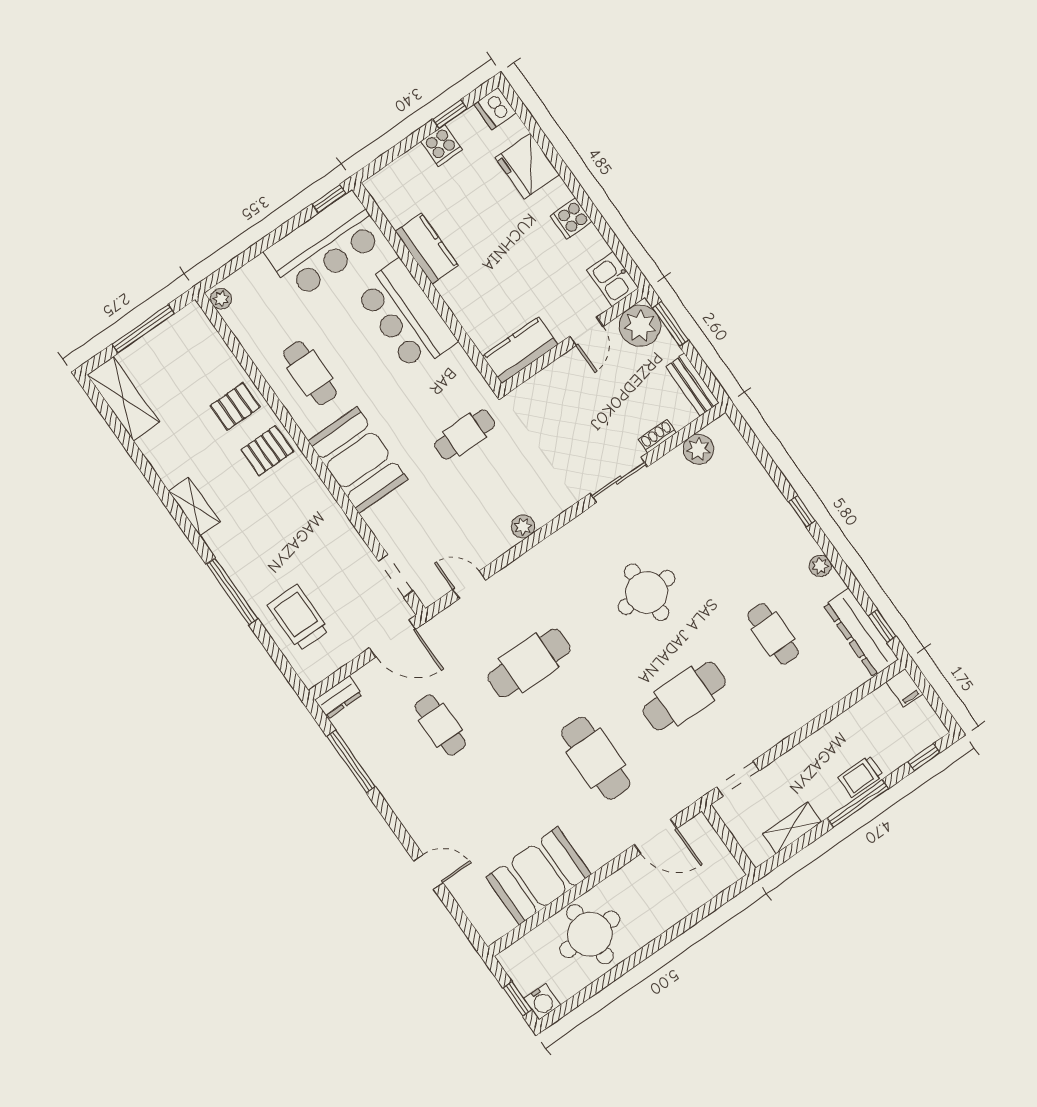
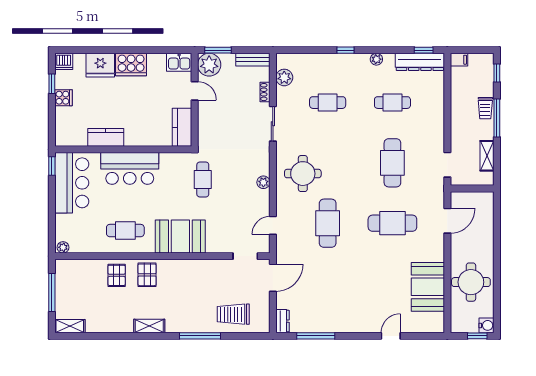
cooker: (571, 218) -> (131, 65), width x1.87, depth x1.31
shelving: (123, 399) -> (70, 326), width x0.67, depth x0.75
round table: (647, 592) -> (303, 174), moved
cafe table: (440, 725) -> (328, 103), moved

